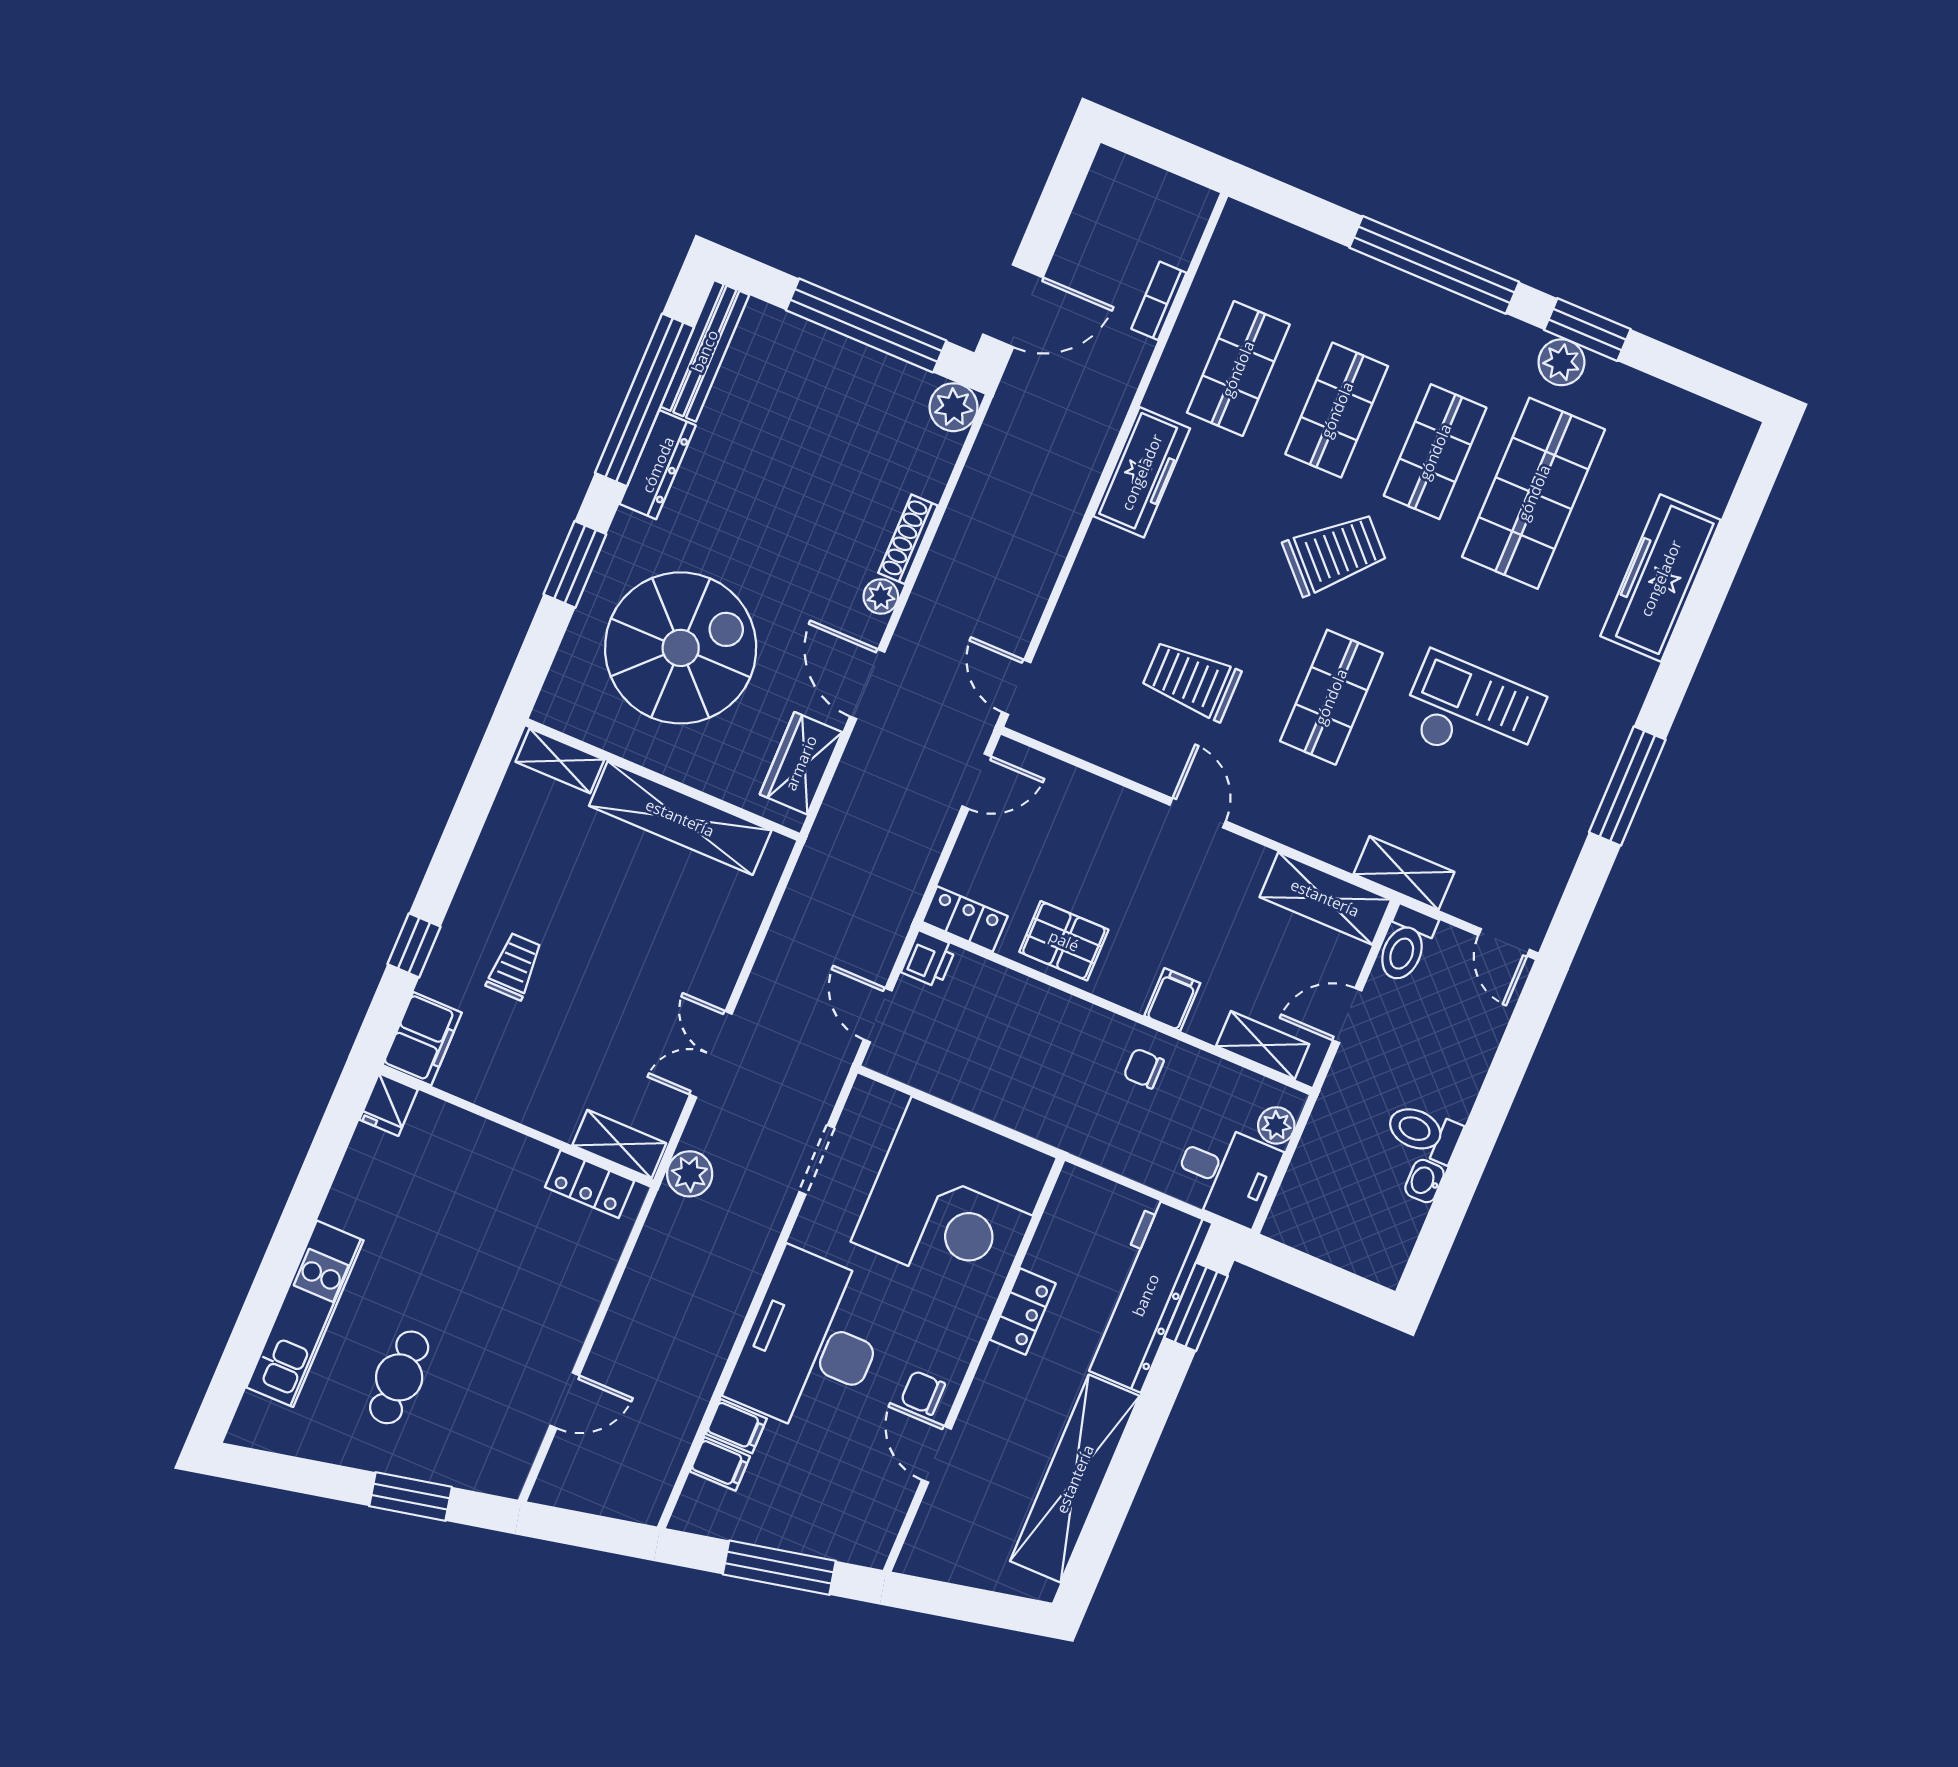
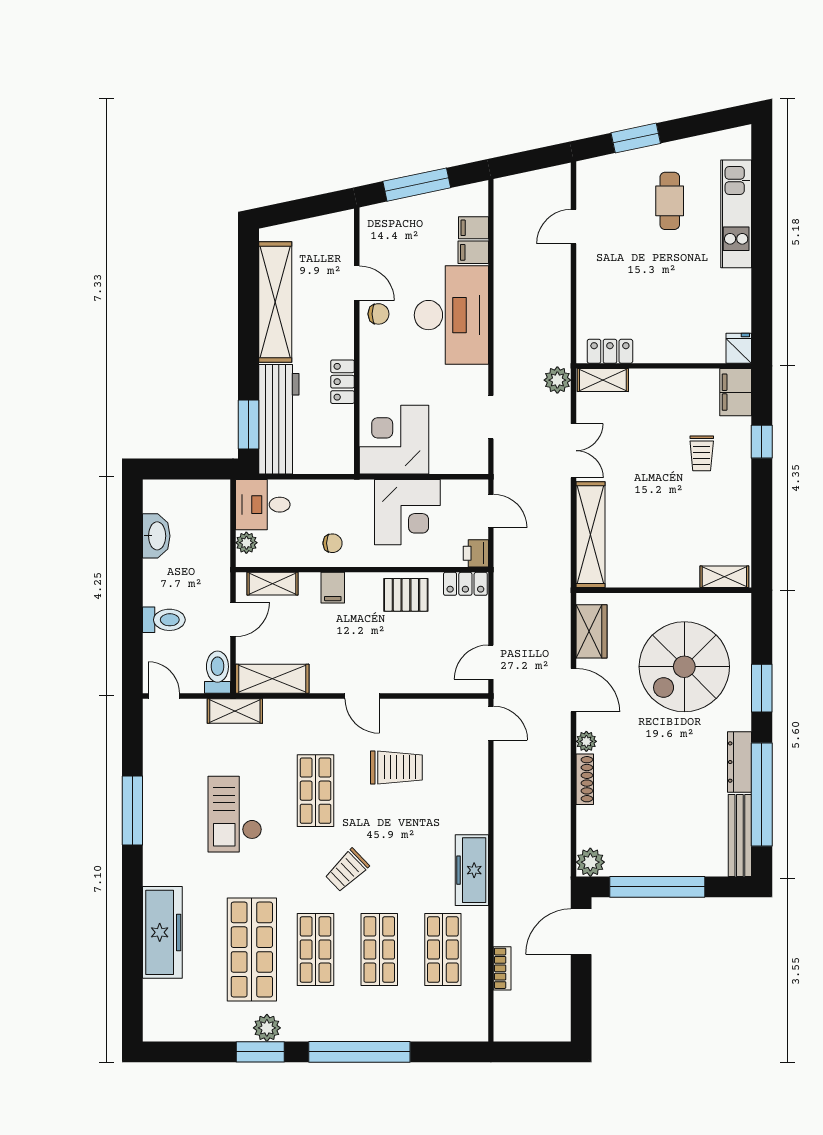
trolley: (1335, 554) -> (347, 870), width x0.73, depth x0.72
checkout: (1471, 713) -> (235, 814), turned 90
shelving: (680, 818) -> (590, 535), moved, turned 90
corner desk: (1008, 1068) -> (407, 512), added
toilet: (1424, 1132) -> (164, 620), moved
washbasin: (1425, 1181) -> (156, 536), width x1.91, depth x1.45
corner desk: (954, 1200) -> (394, 440), width x0.74, depth x0.74

